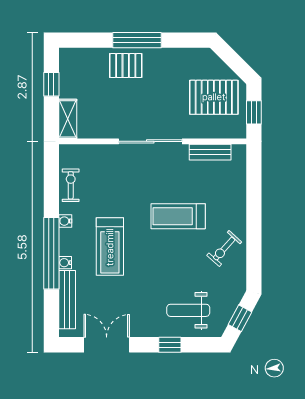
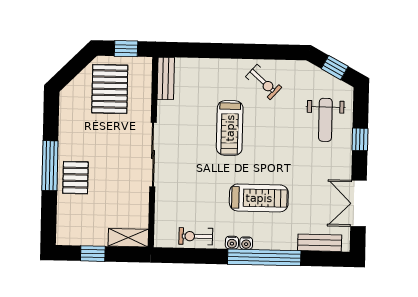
bench: (210, 152) -> (166, 78), moved
water cooler: (65, 263) -> (246, 243), moved
bench: (67, 300) -> (320, 243), width x0.73

